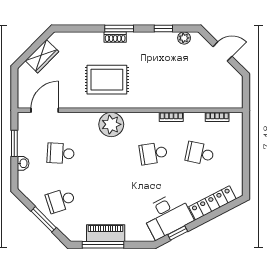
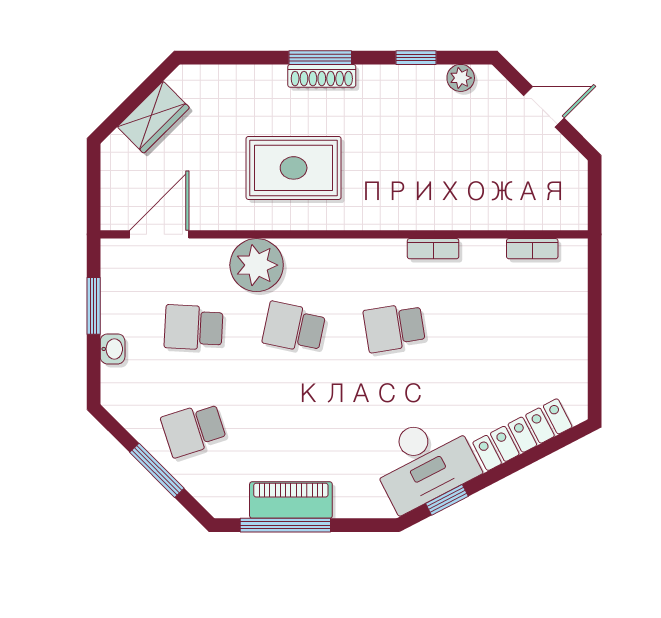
shoe rack: (115, 37) -> (322, 76), width x1.43
plant: (111, 124) -> (257, 265), moved
school desk: (200, 153) -> (294, 327), moved

